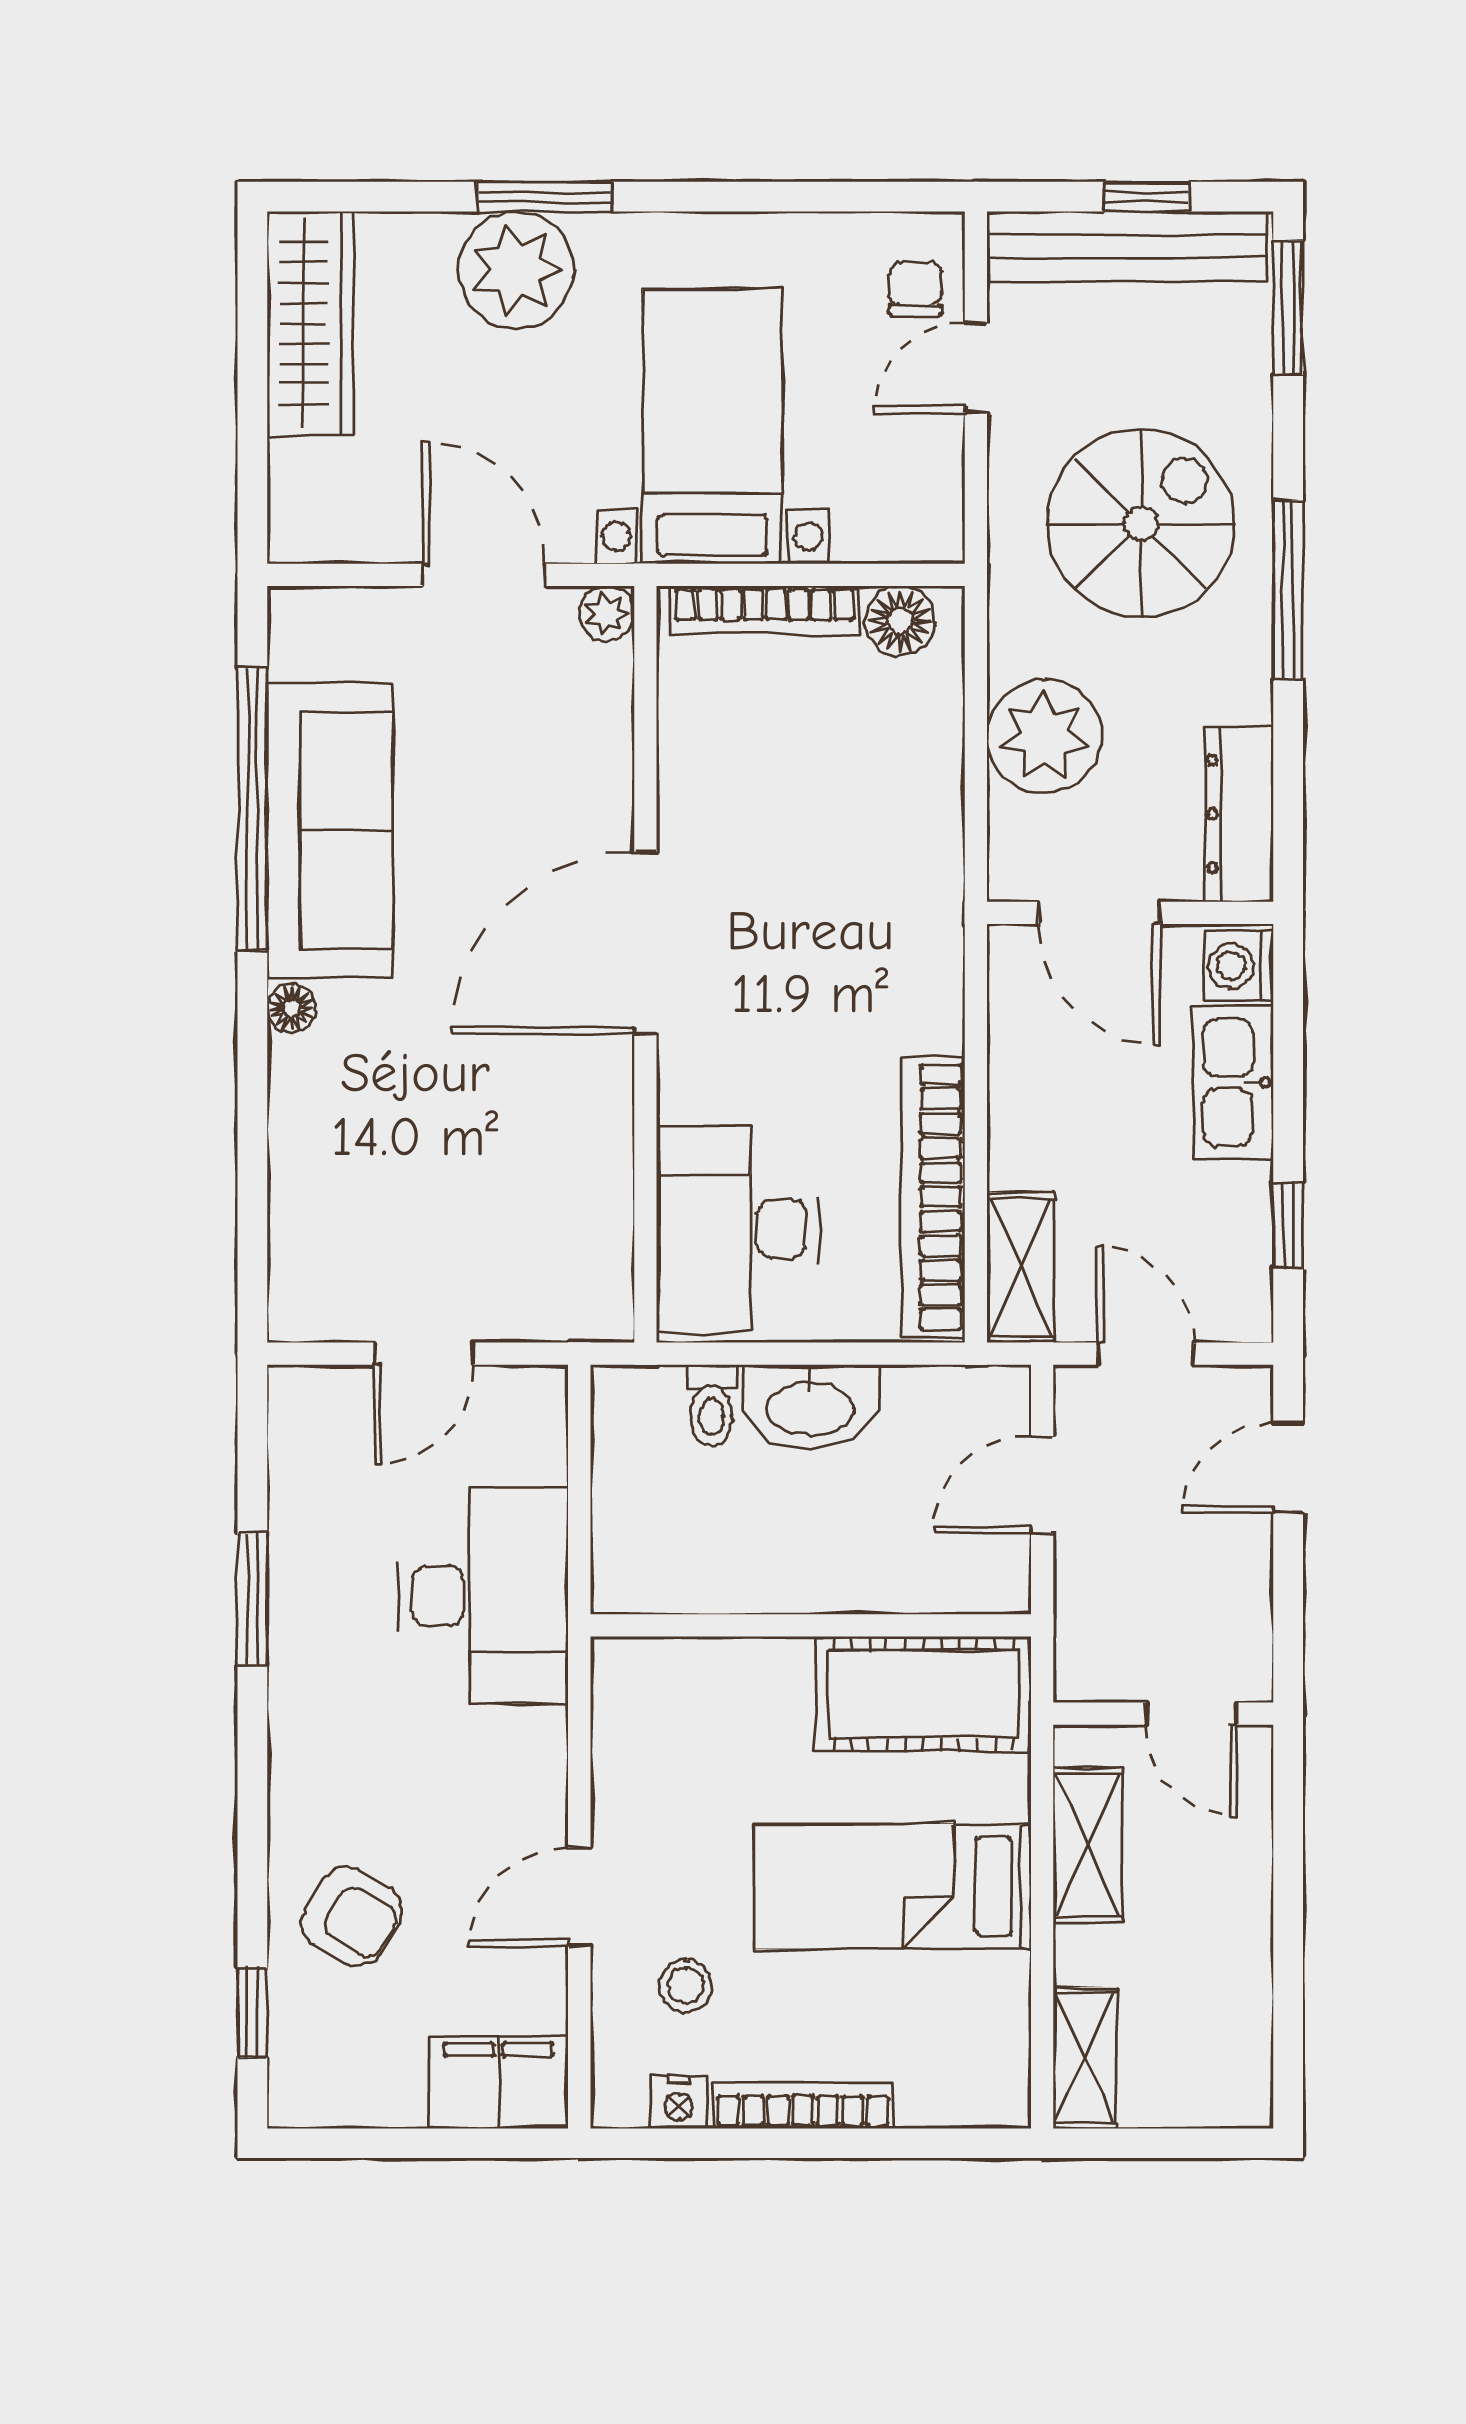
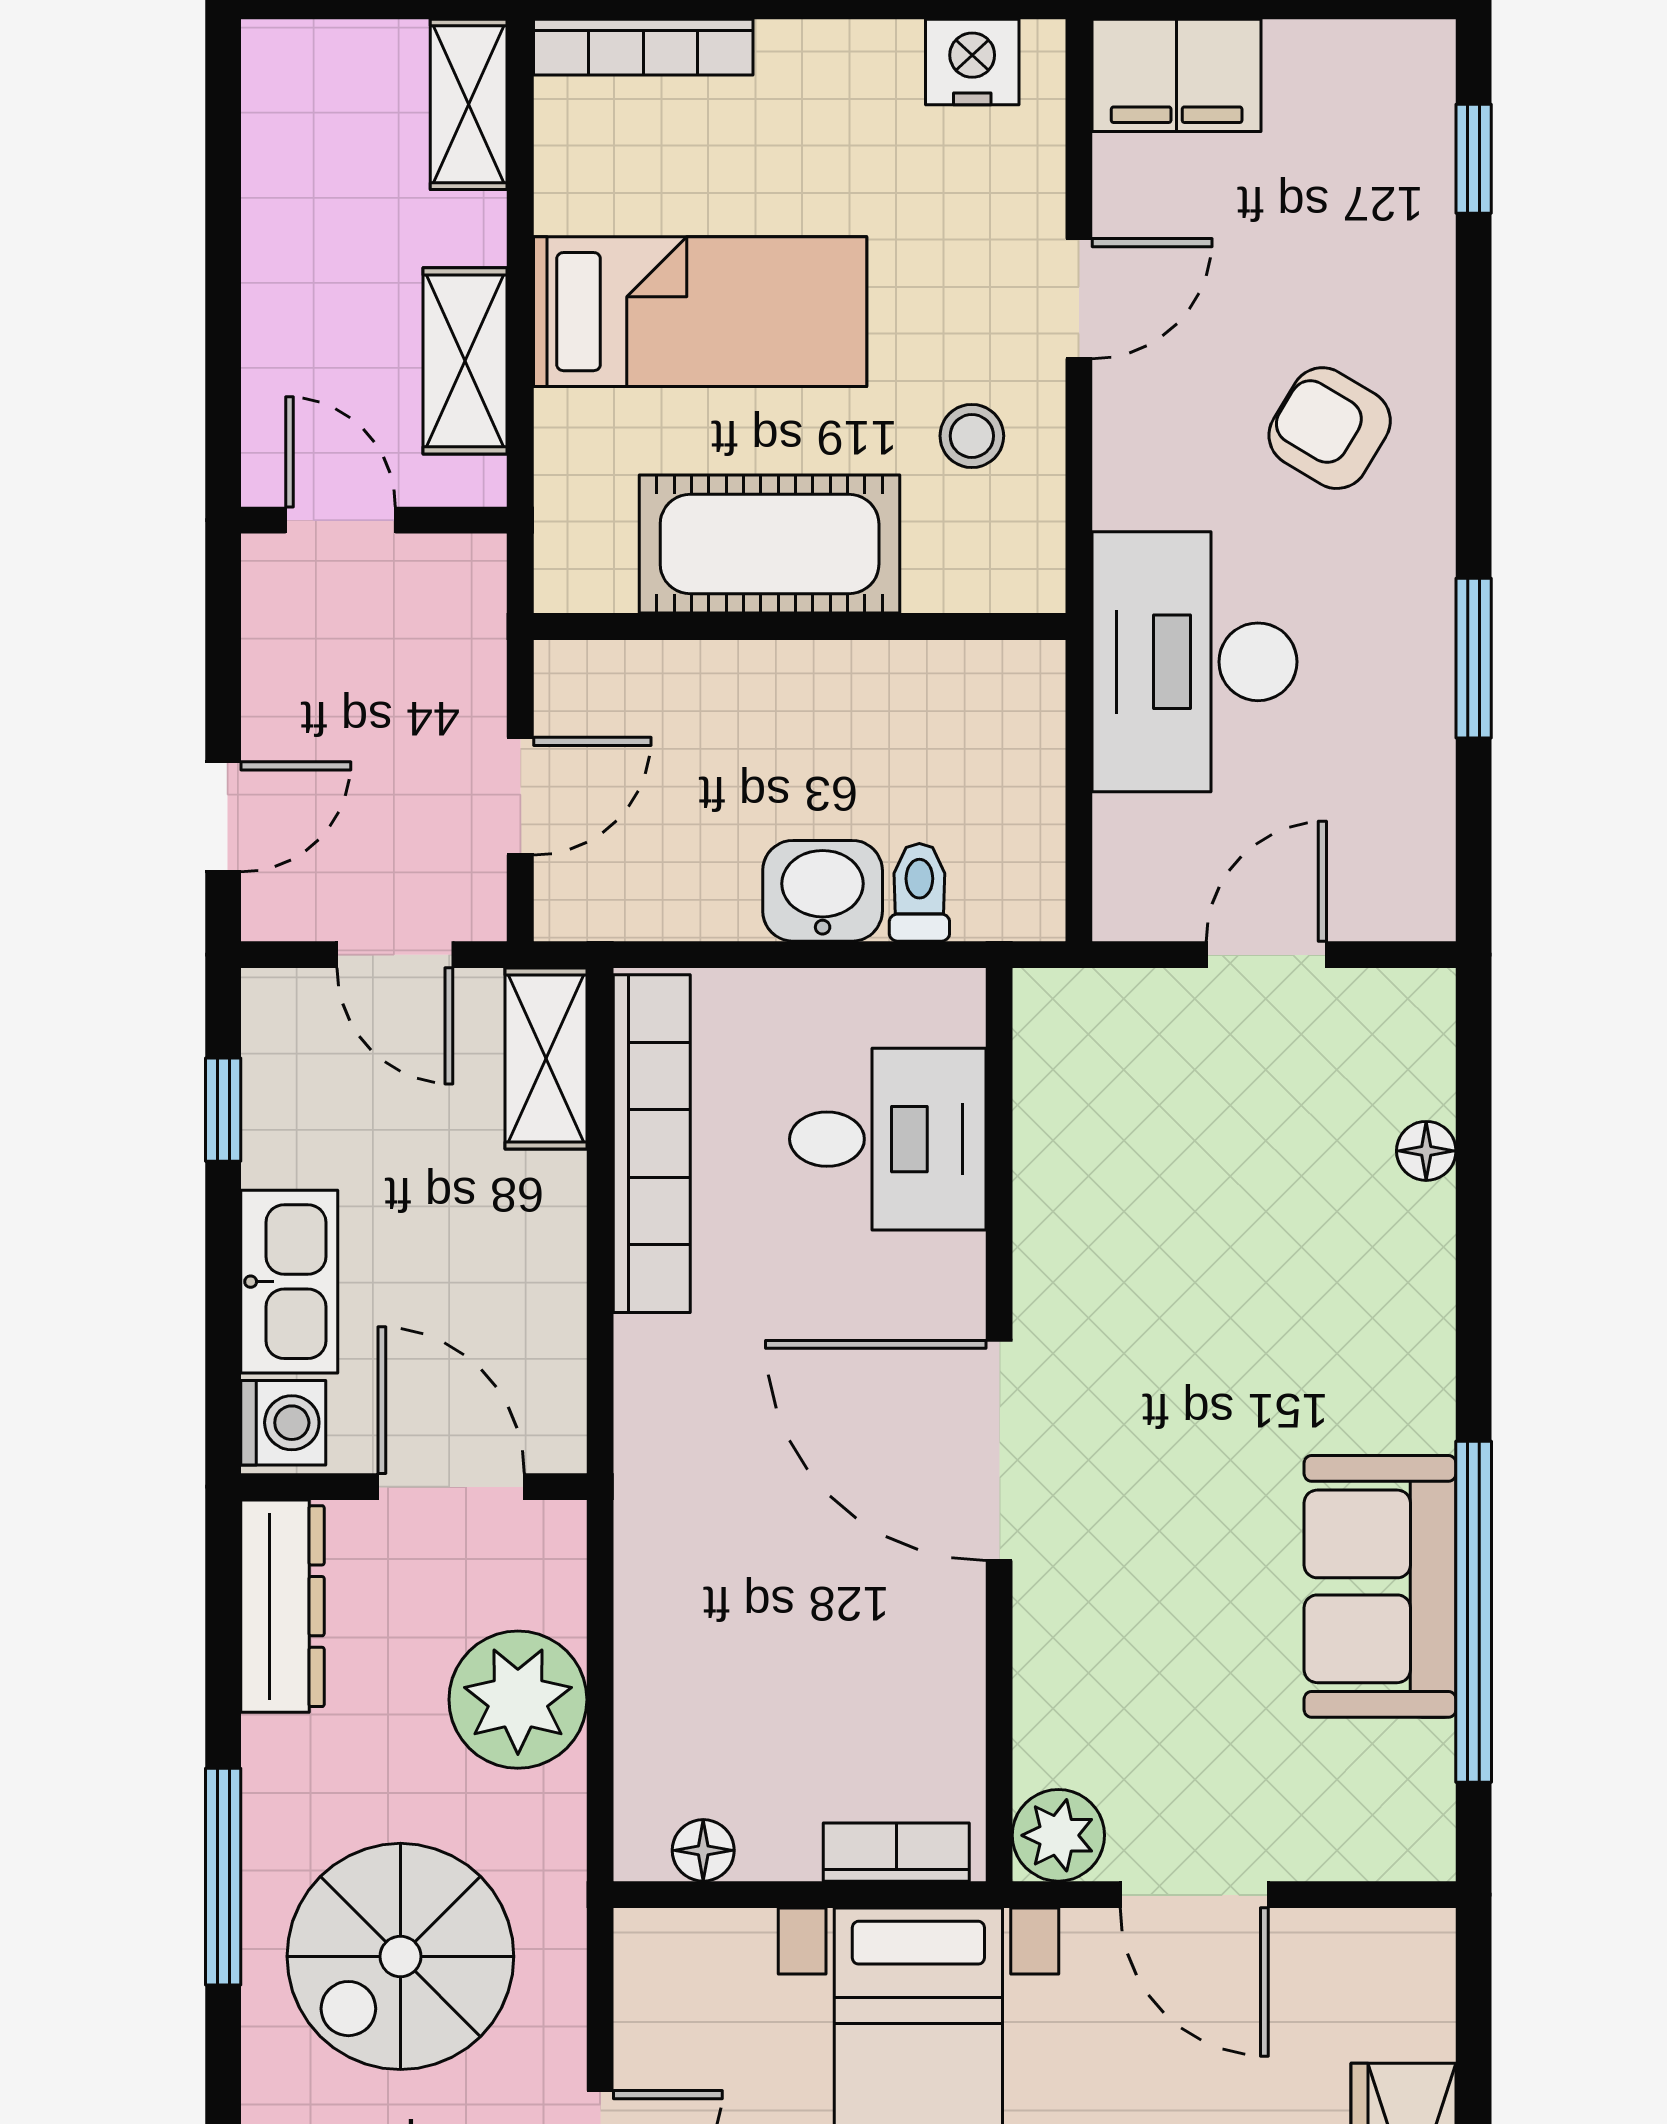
bookcase: (765, 610) -> (896, 1852), width x0.64
plant: (607, 614) -> (1058, 1835), width x1.38, depth x1.38
floor lamp: (900, 621) -> (703, 1850), width x0.73, depth x0.73
sofa: (330, 830) -> (1380, 1586), width x0.73
door: (645, 943) -> (999, 1450), swing flipped
floor lamp: (292, 1008) -> (1426, 1151), moved
desk: (738, 1229) -> (888, 1139), width x0.73
washbasin: (811, 1406) -> (823, 891), width x0.72
cot: (923, 1694) -> (770, 544), moved
armchair: (352, 1917) -> (1330, 428), moved
stool: (686, 1986) -> (972, 436), moved
nightstand: (678, 2102) -> (972, 62), width x1.39, depth x1.35
bookcase: (803, 2105) -> (643, 47), moved

